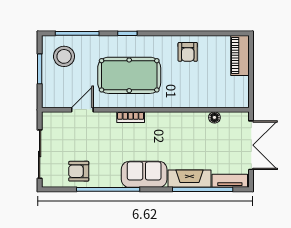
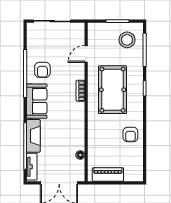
armchair: (188, 52) -> (130, 134), turned -90
piano: (240, 55) -> (108, 175), moved
door: (82, 110) -> (86, 54), swing flipped
armchair: (79, 171) -> (42, 70), moved, turned 180

